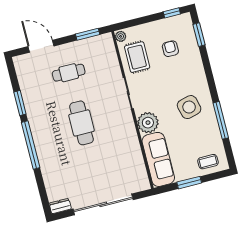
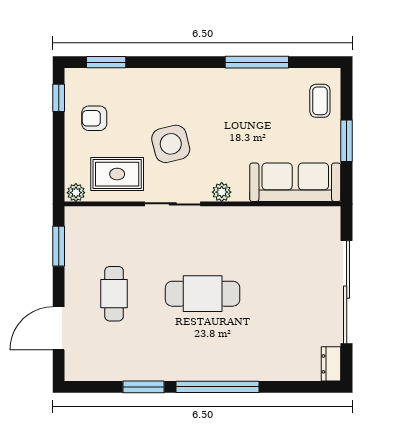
armchair: (170, 49) -> (94, 118), moved
side table: (189, 107) -> (171, 144), moved
plant: (148, 123) -> (222, 192), width x0.53, depth x0.53

